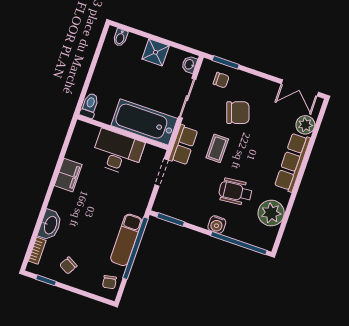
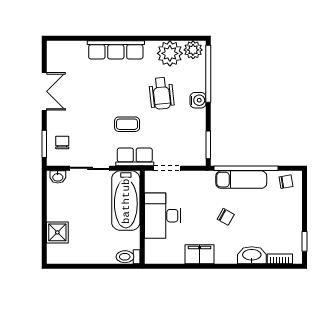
bidet: (120, 37) -> (55, 250), removed
shower: (156, 52) -> (57, 232), moved
double door: (300, 88) -> (44, 91), moved
chair: (238, 113) -> (87, 116), removed
plant: (305, 125) -> (193, 50), moved
chair: (68, 265) -> (226, 217), moved

